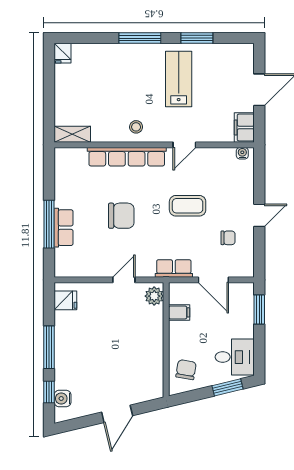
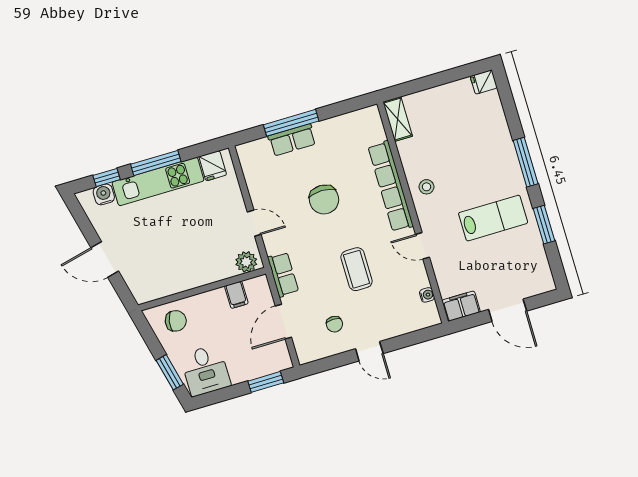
water cooler: (242, 153) -> (427, 295), moved
kitchen unit: (65, 350) -> (158, 181), added

